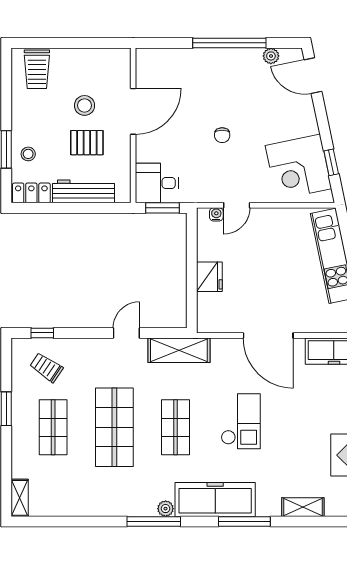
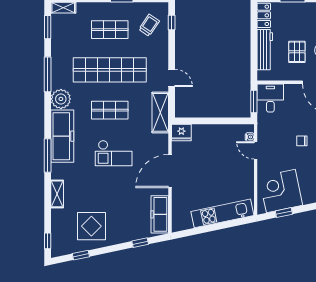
stool: (28, 154) -> (289, 13), removed
fridge: (209, 277) -> (181, 132), moved
shop shelf: (114, 427) -> (110, 70), width x1.40
plant: (166, 509) -> (61, 99), width x1.88, depth x1.88
window: (49, 522) -> (48, 27), added
window: (154, 522) -> (48, 74), moved

